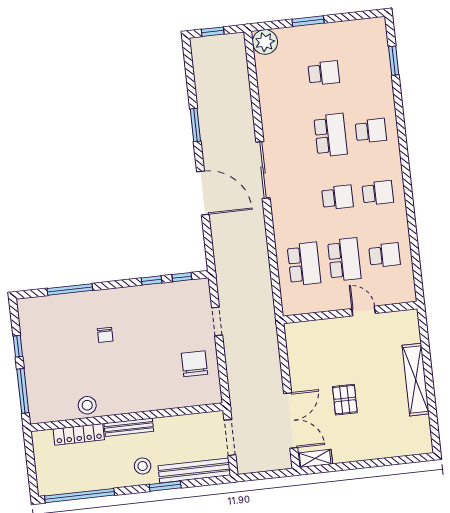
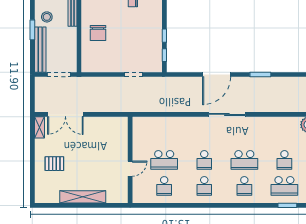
school desk: (304, 264) -> (284, 186), moved
chair: (194, 364) -> (98, 33), moved, turned 90
pallet: (345, 400) -> (54, 164), moved

